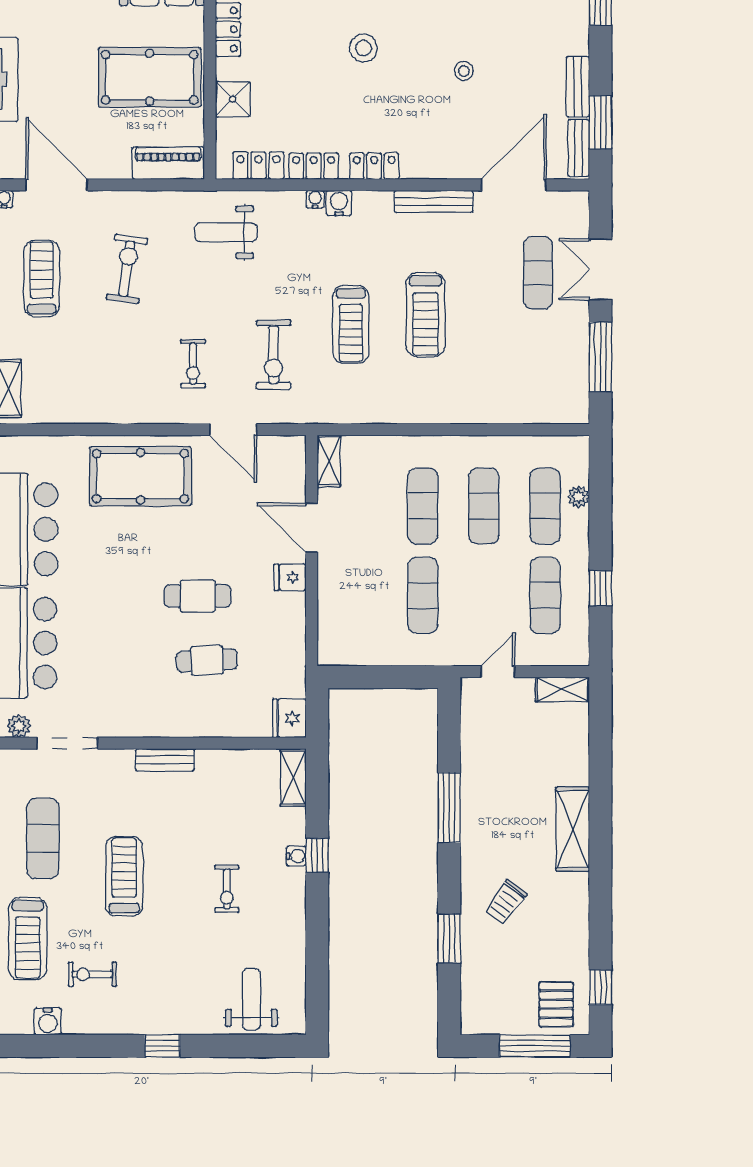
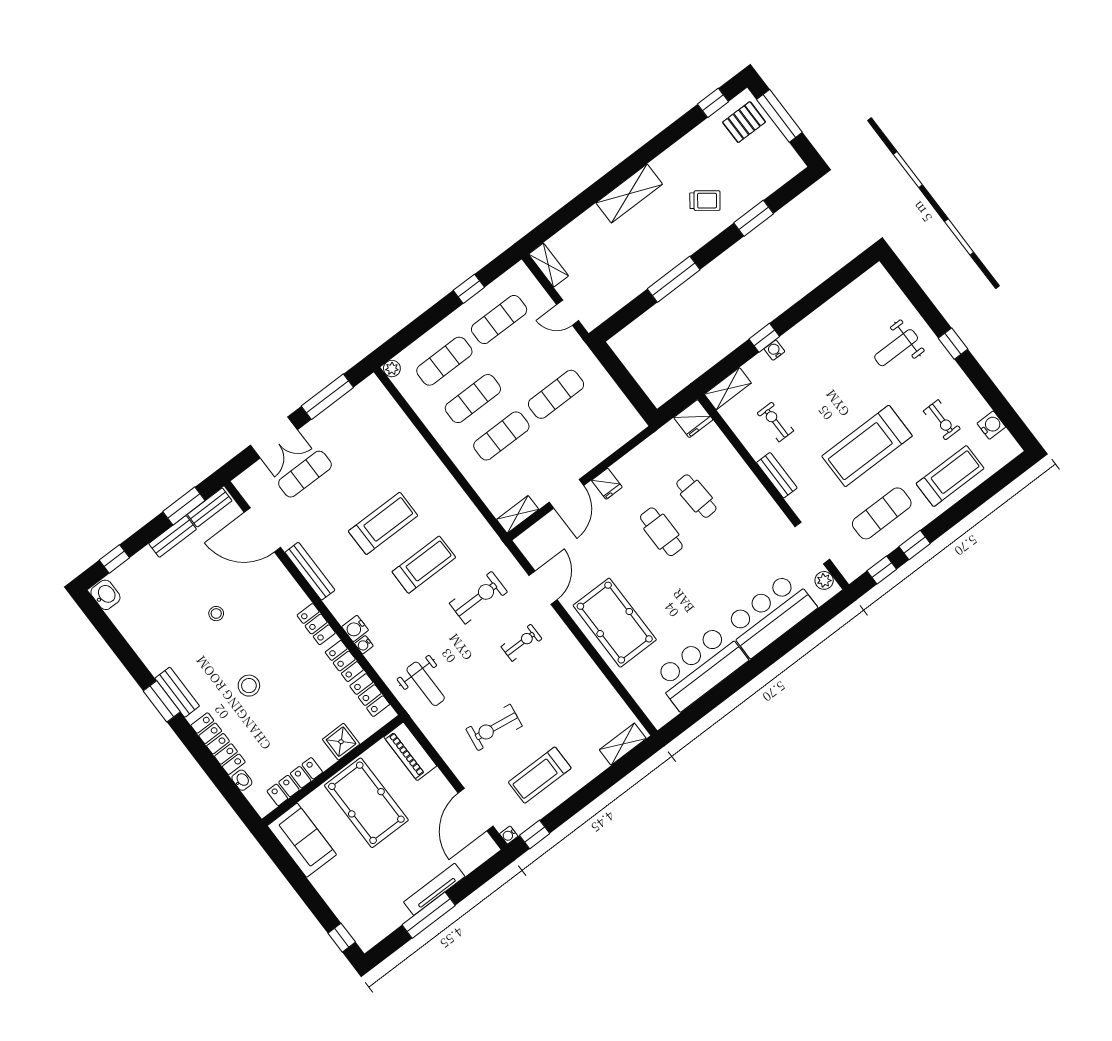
plant: (579, 497) -> (392, 369), moved
treadmill: (124, 876) -> (867, 446), width x1.37, depth x1.38
exercise bike: (227, 889) -> (775, 422), moved, turned -90
weight bench: (251, 999) -> (896, 348), moved

